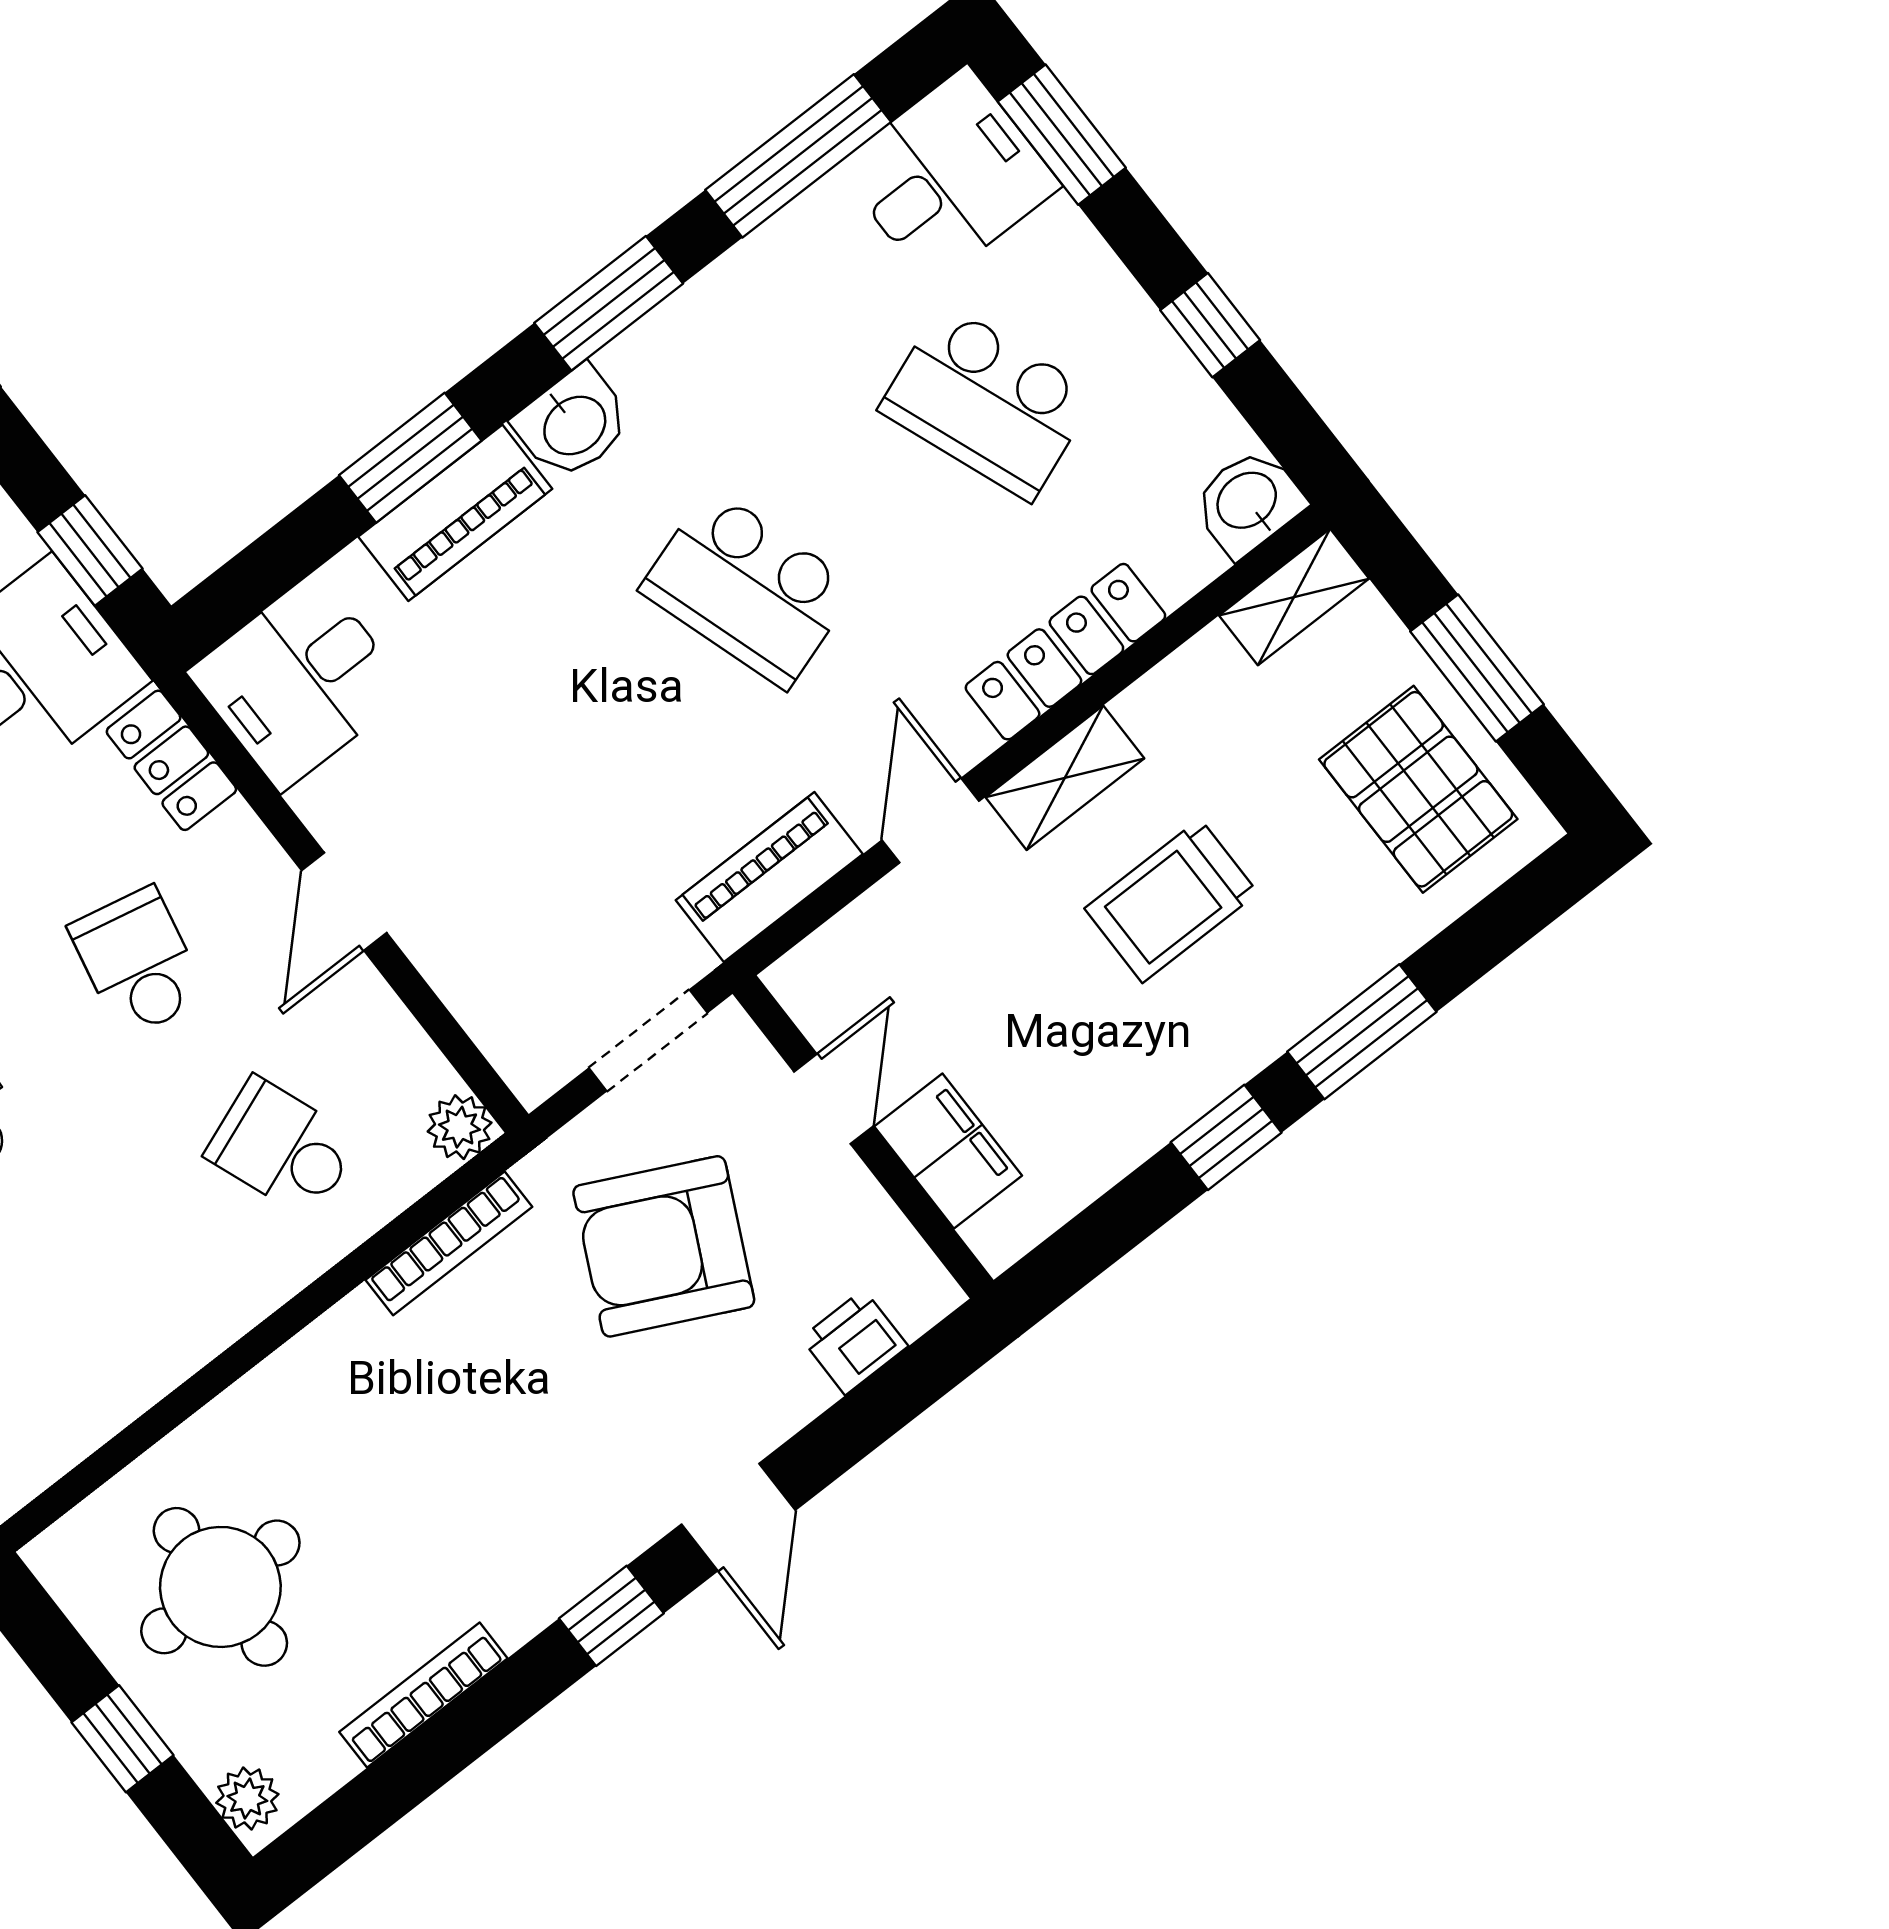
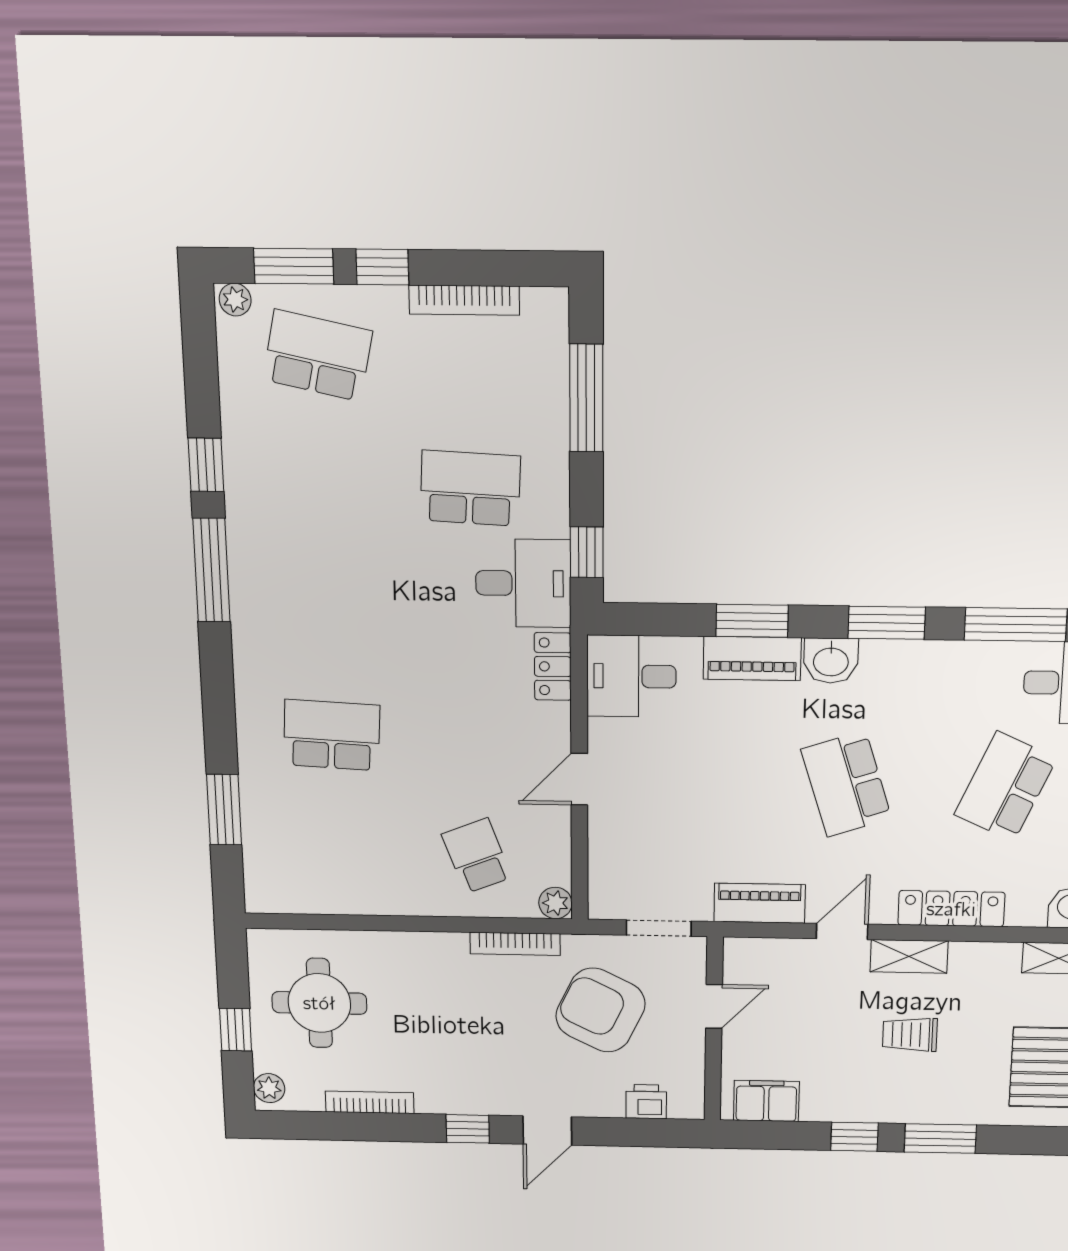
school desk: (987, 402) -> (1005, 787), turned 45
trolley: (1171, 901) -> (910, 1035), width x0.73, depth x0.72
school desk: (138, 962) -> (475, 737), removed
filing cabinet: (948, 1151) -> (766, 1101), moved, turned -90

